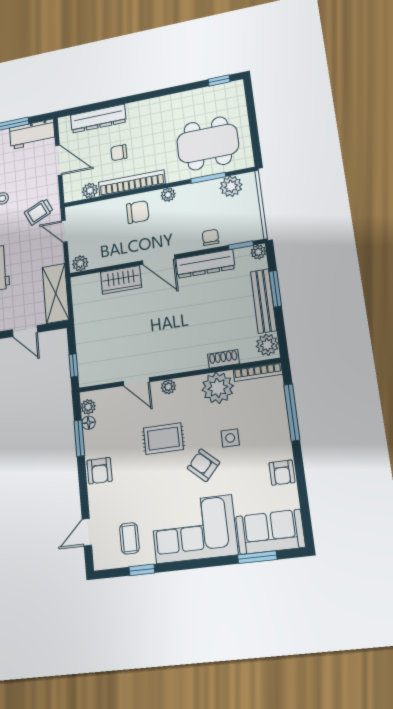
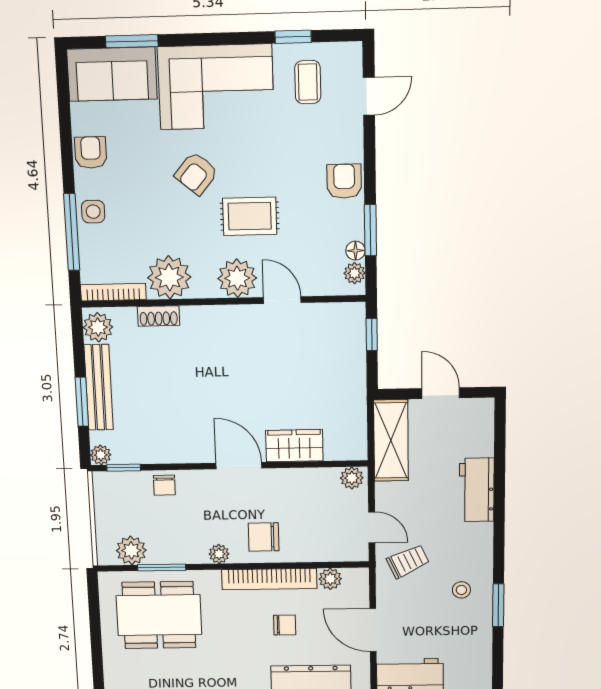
dresser: (205, 264) -> (174, 450), removed
plant: (168, 387) -> (237, 278), width x1.87, depth x1.87
side table: (230, 438) -> (93, 212), moved
armchair: (203, 465) -> (196, 173), turned 88

